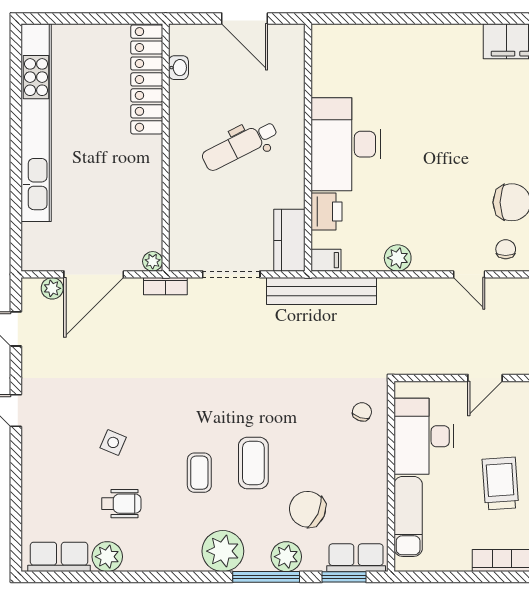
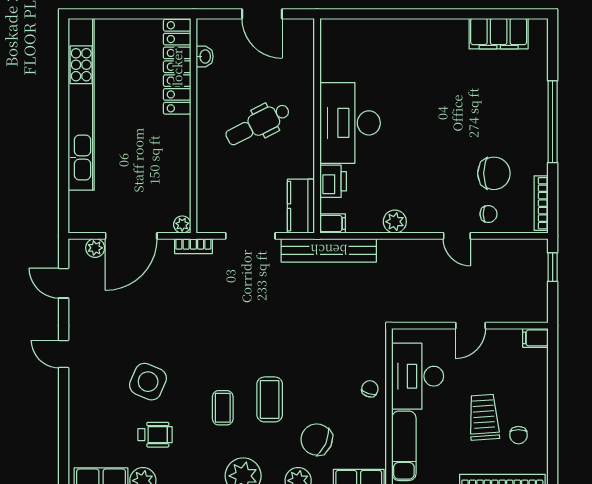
chair: (506, 249) -> (489, 214), turned 90
chair: (362, 412) -> (370, 389), moved
side table: (113, 442) -> (148, 382), width x1.87, depth x1.87

